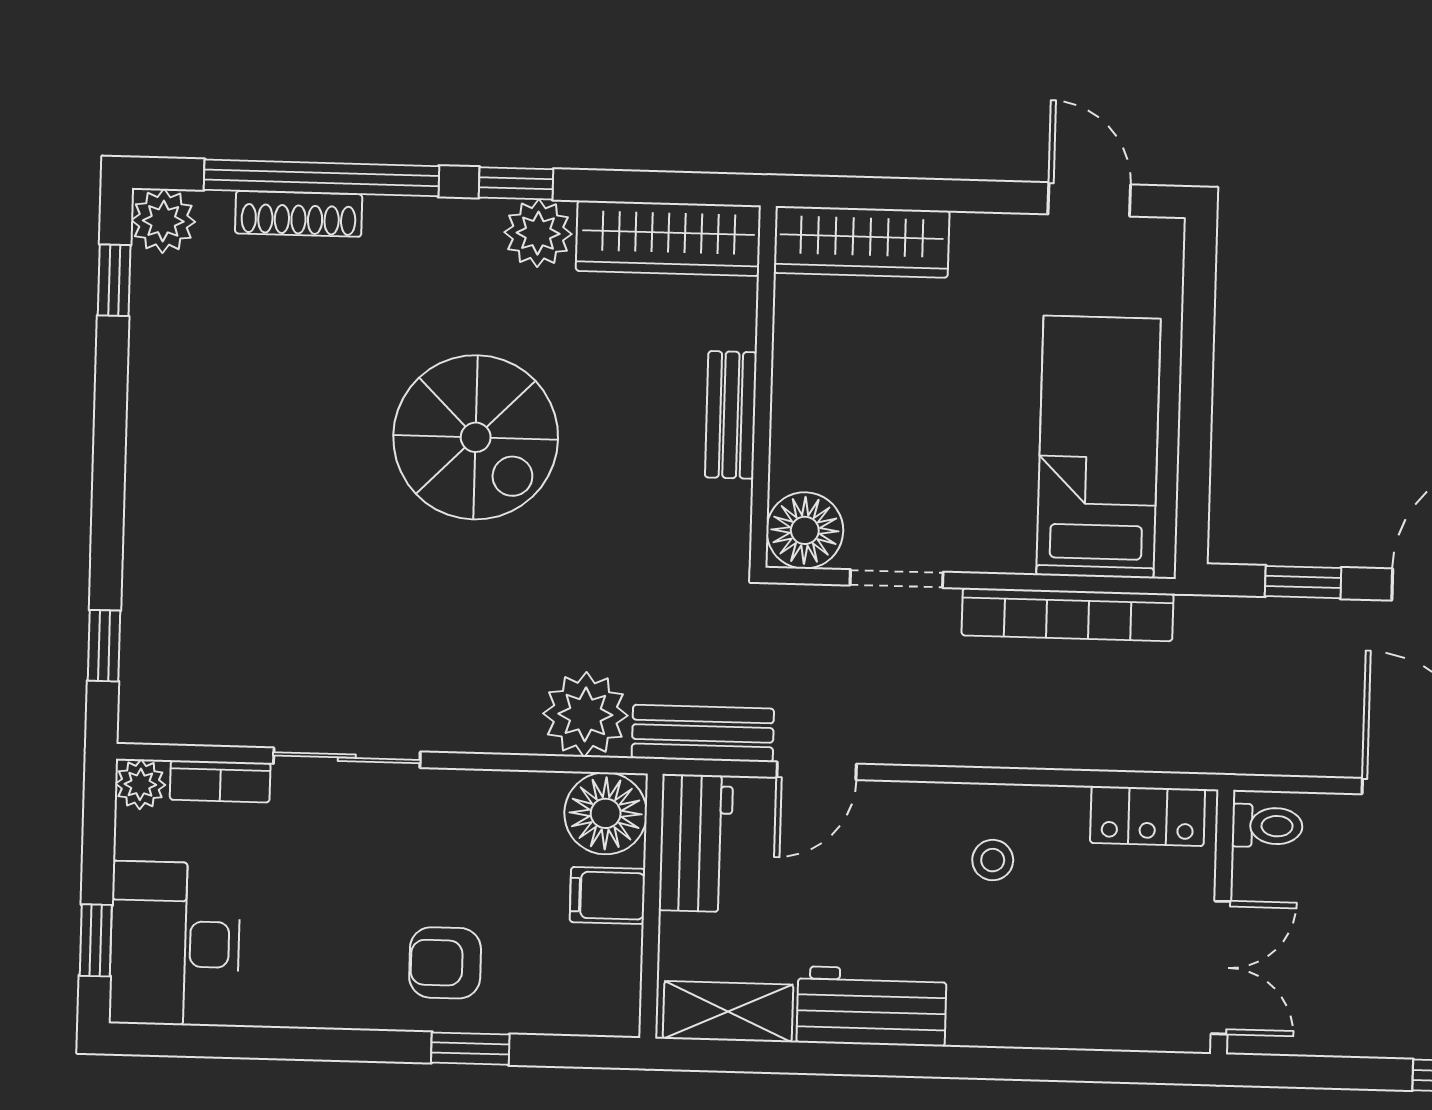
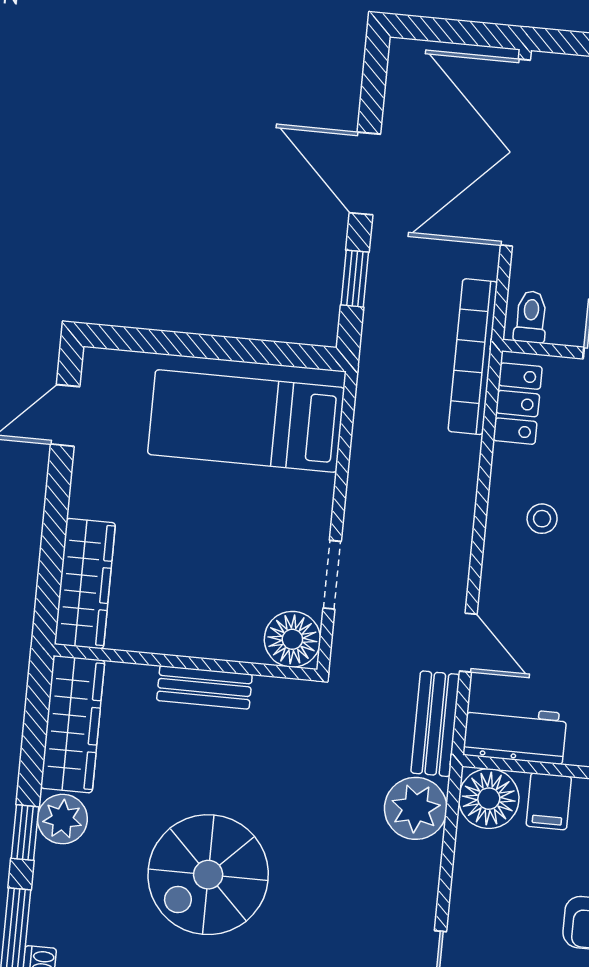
spiral stairs: (476, 437) -> (208, 875), turned 180
bookcase: (1068, 615) -> (473, 357), moved, turned 180

